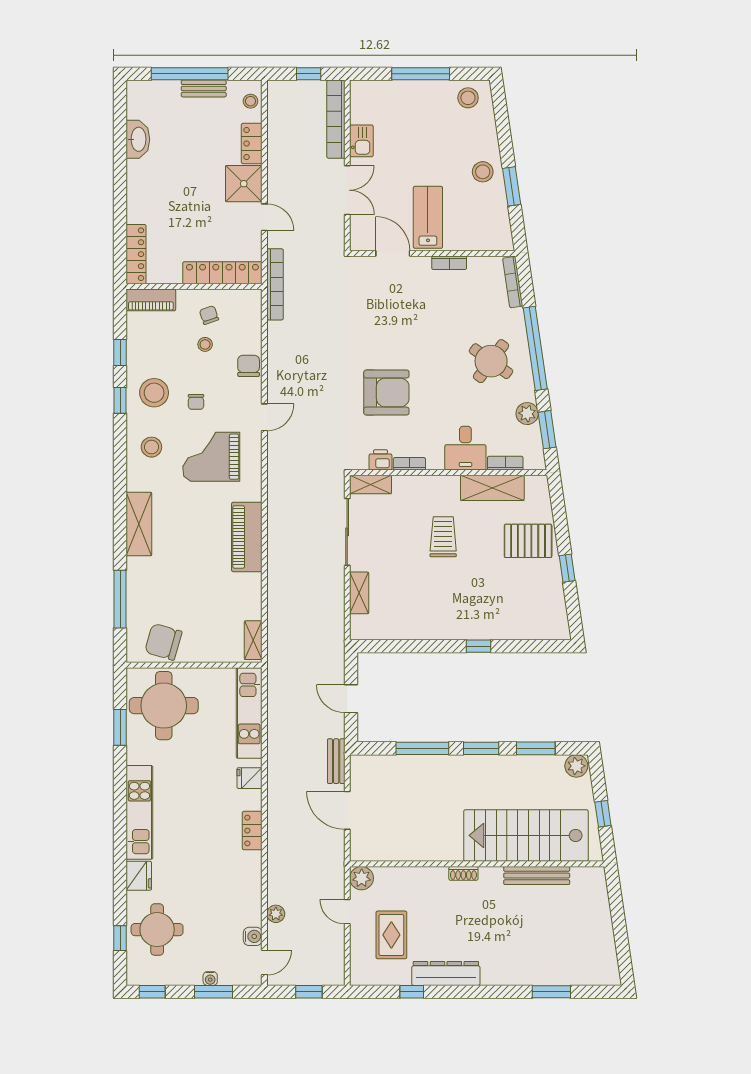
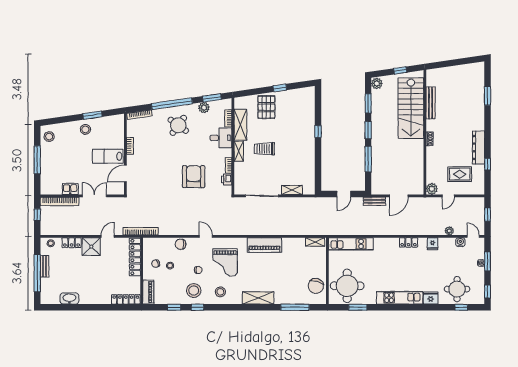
shelving: (371, 485) -> (239, 151), moved
fridge: (249, 778) -> (433, 244), moved

